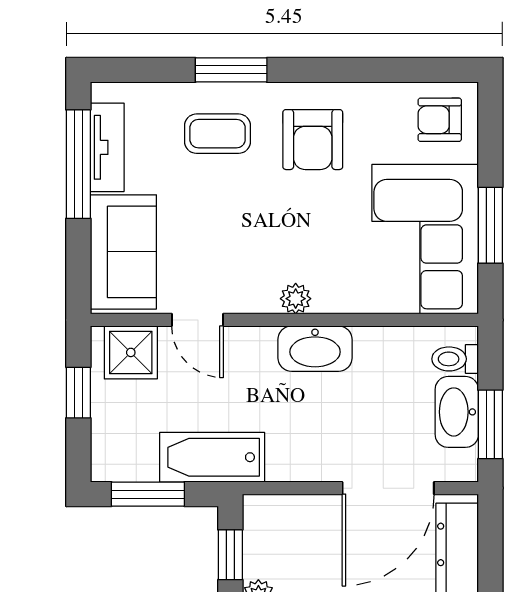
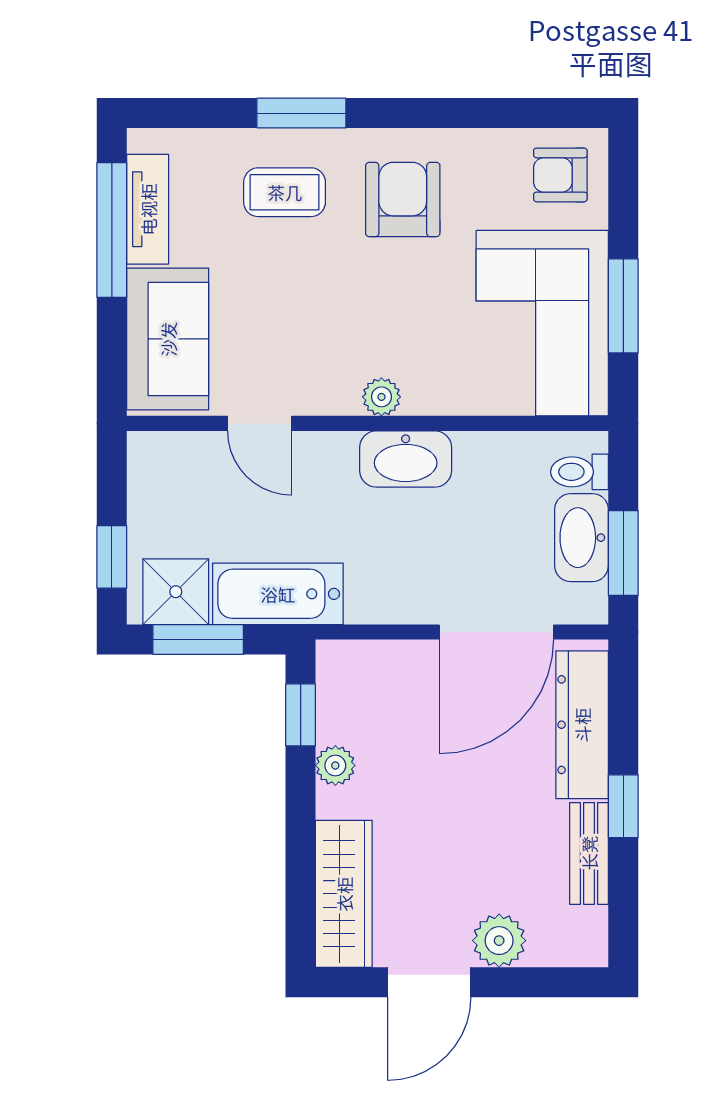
armchair: (313, 140) -> (403, 200), turned 180
shower: (131, 352) -> (176, 592), moved
window: (78, 393) -> (112, 557), moved

